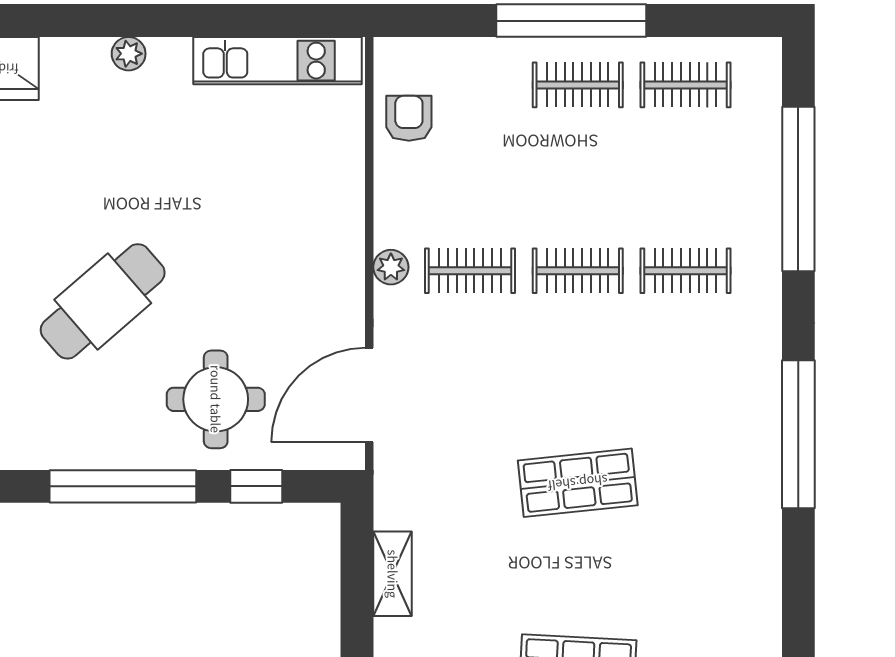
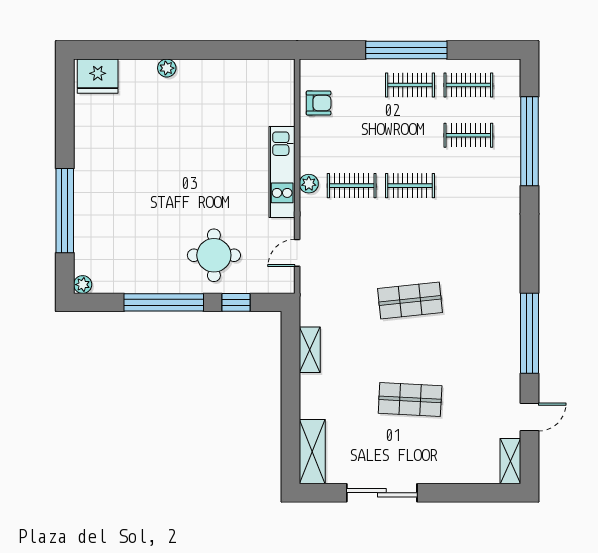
kitchen unit: (277, 61) -> (282, 172), moved, turned 90
armchair: (409, 118) -> (319, 103), turned 90
clothes rail: (685, 271) -> (468, 135), moved
cafe table: (103, 301) -> (153, 202), removed
door: (369, 395) -> (297, 253), width x0.53
window: (798, 434) -> (530, 333), moved

